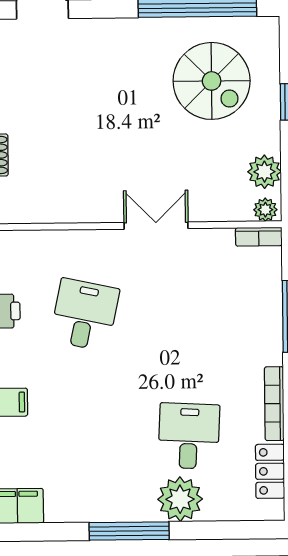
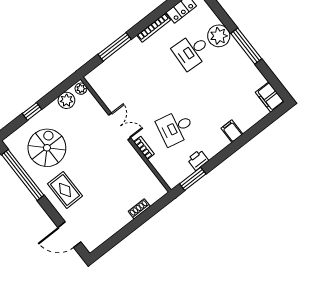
rug: (121, 58) -> (65, 190), added
double door: (156, 226) -> (120, 126), swing flipped
bookcase: (259, 237) -> (144, 148), moved

